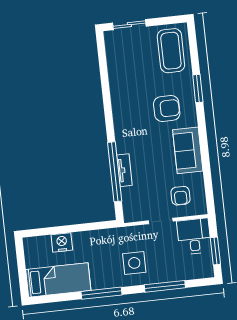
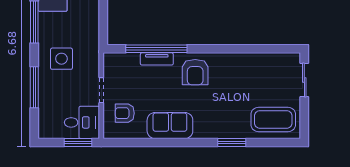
armchair: (167, 109) -> (195, 72), moved
window: (215, 251) -> (78, 143), moved

